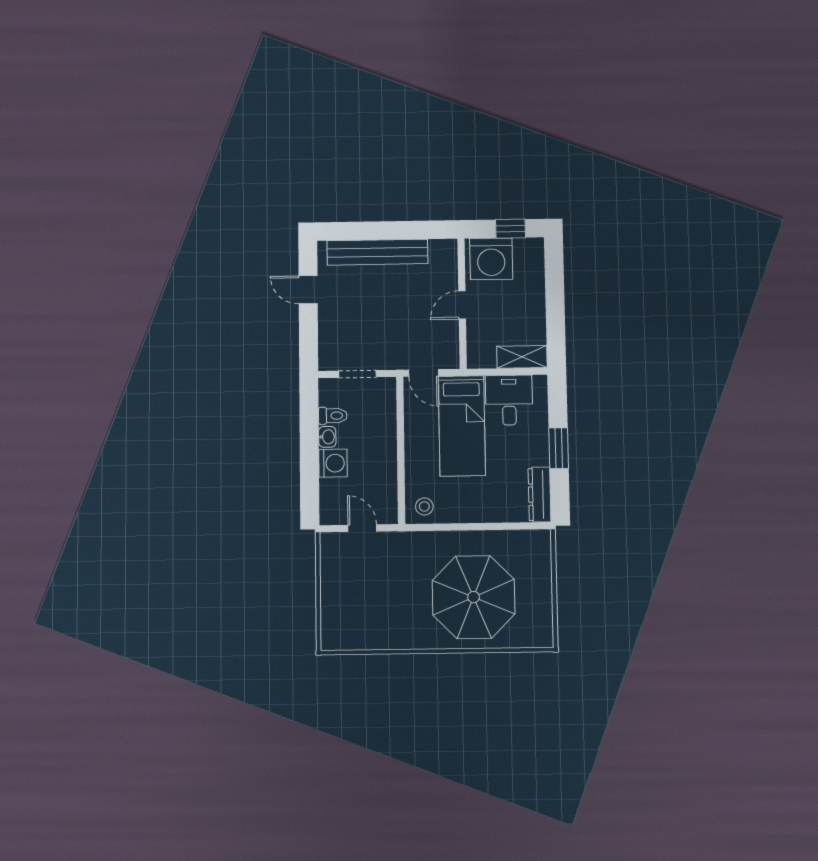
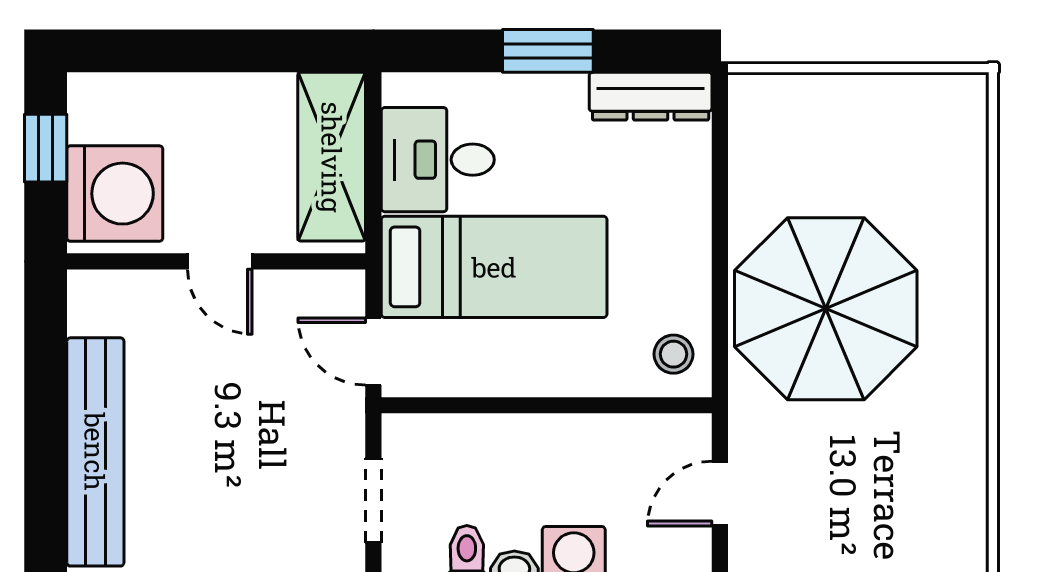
shelving: (522, 357) -> (332, 157), width x1.50, depth x1.33
door: (423, 373) -> (373, 352), swing flipped
parasol: (474, 597) -> (826, 309), moved

